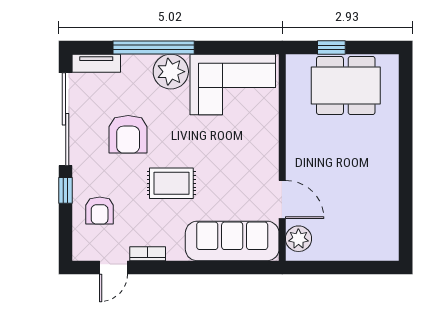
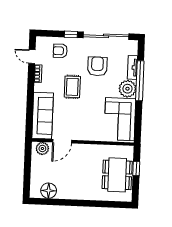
tv unit: (96, 63) -> (132, 67), moved
armchair: (128, 134) -> (97, 66), turned 90
floor lamp: (383, 223) -> (49, 191), added

